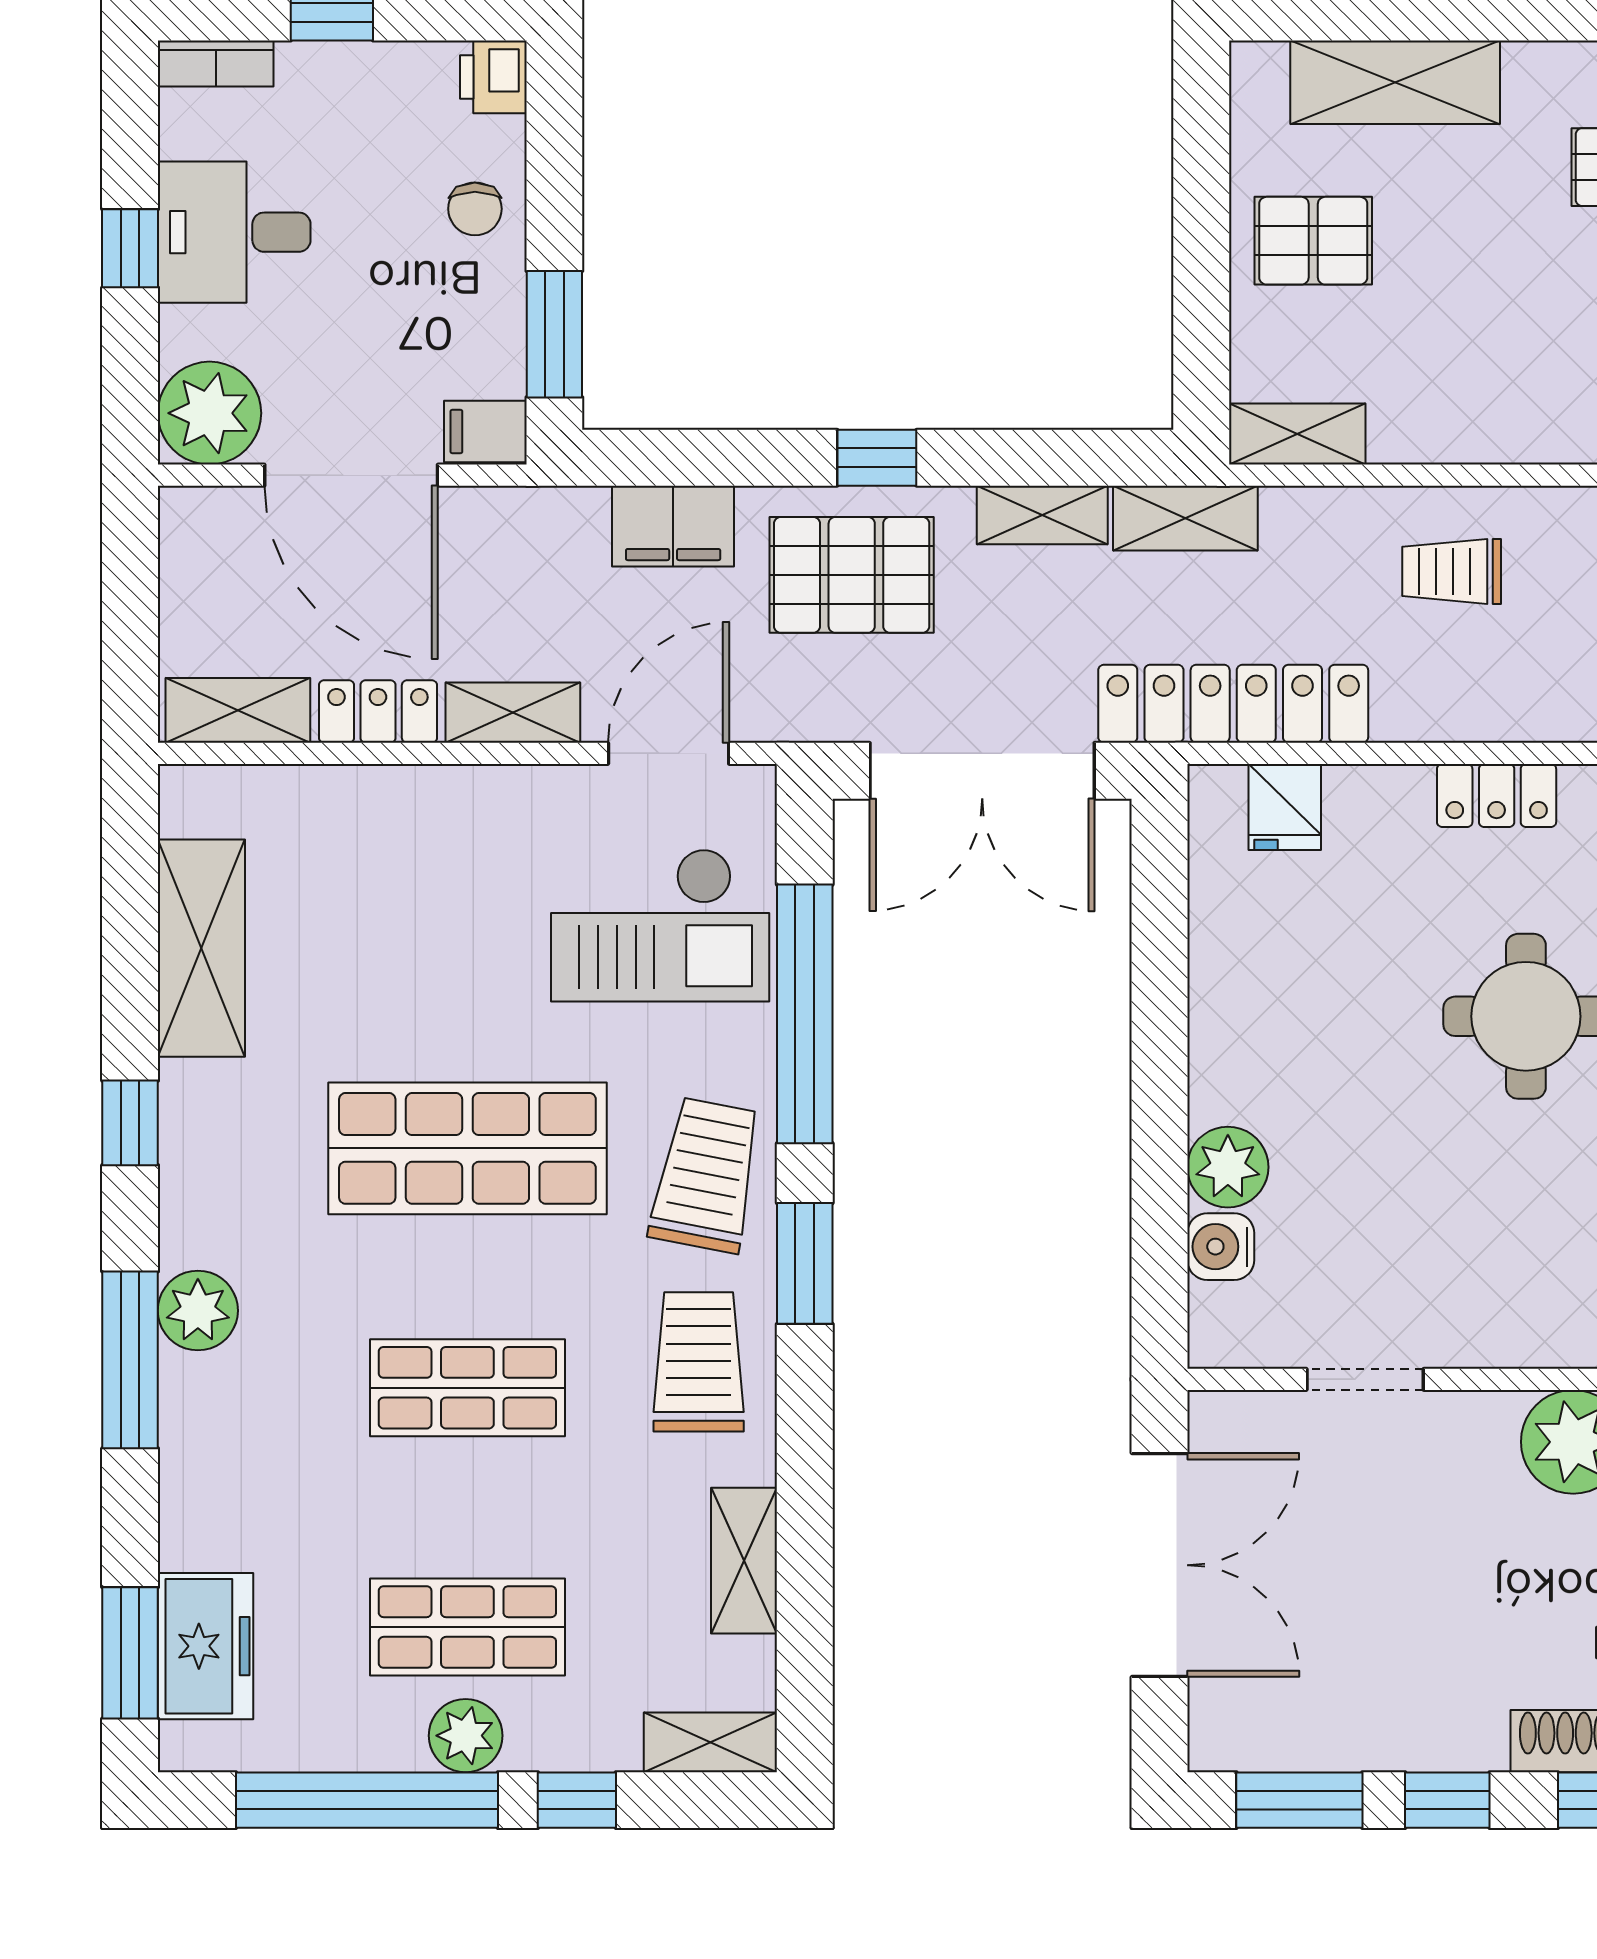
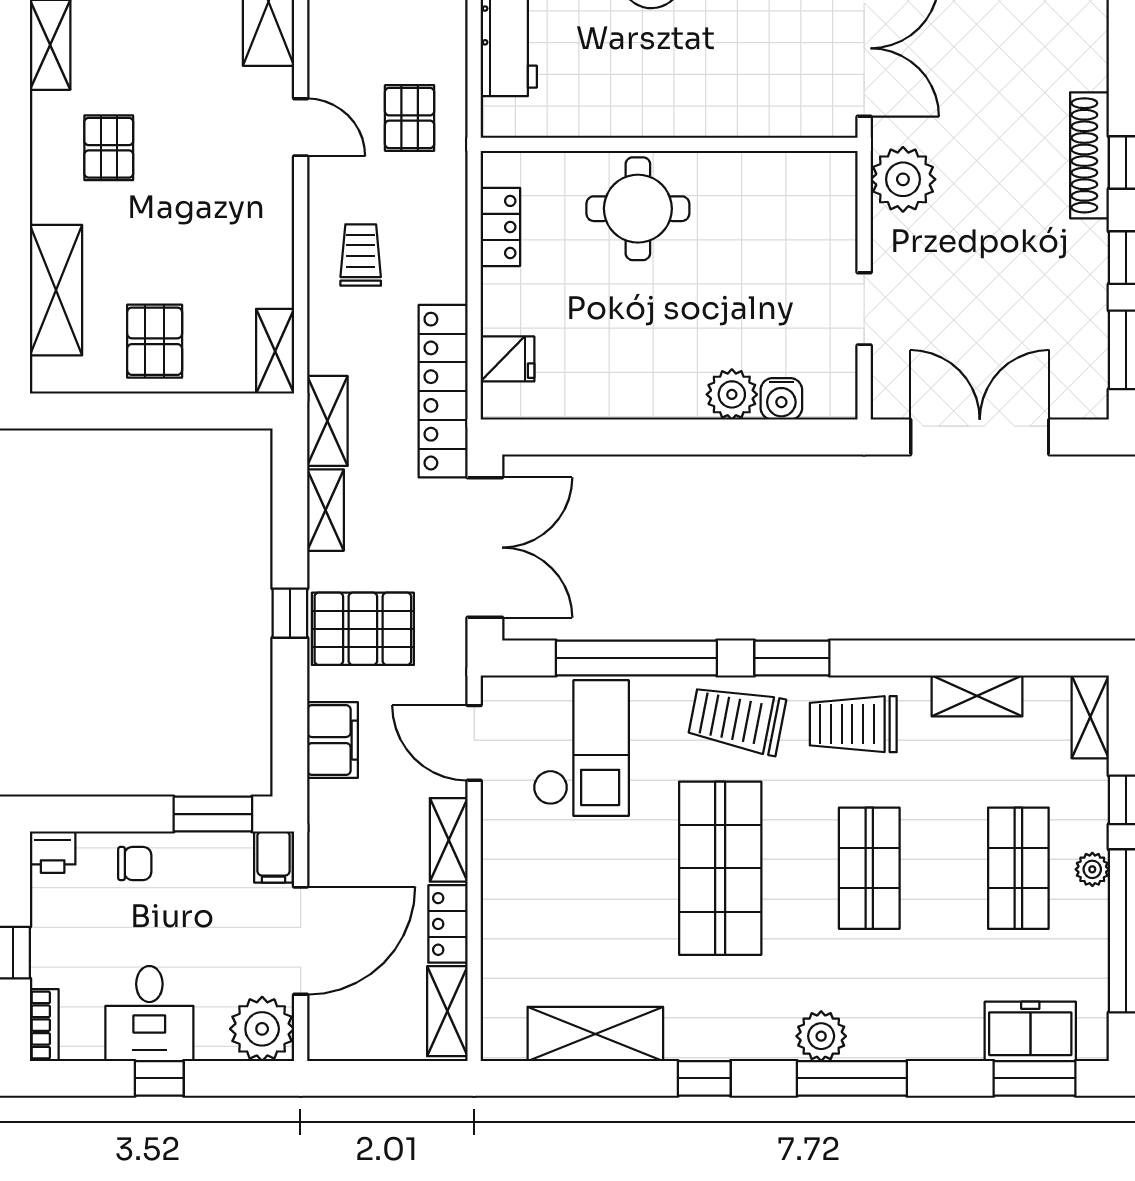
trolley: (1452, 571) -> (361, 255), turned 180
pallet: (852, 575) -> (363, 629), turned 90
plant: (466, 1736) -> (1092, 869), width x0.73, depth x0.73

